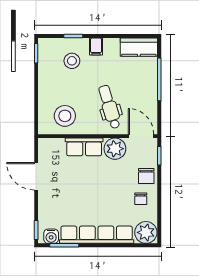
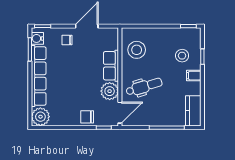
chair: (141, 199) -> (67, 40), moved

